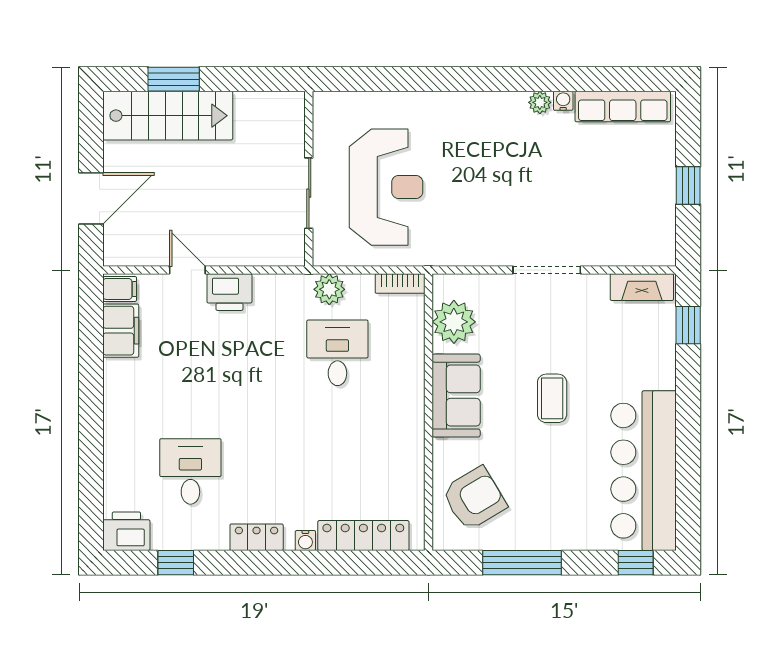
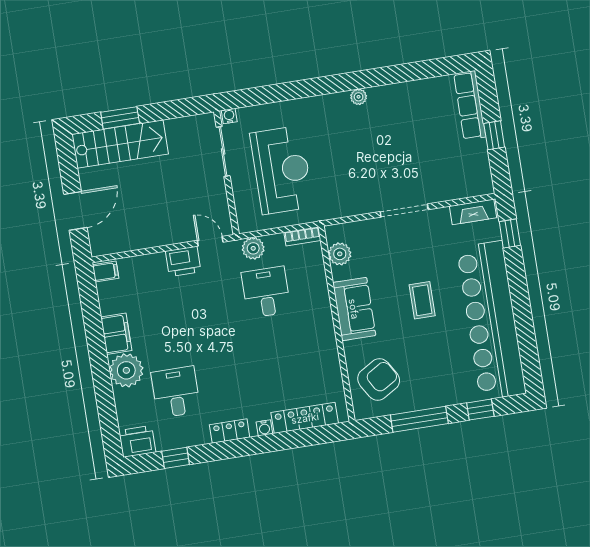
water cooler: (563, 101) -> (229, 116), moved
plant: (540, 102) -> (359, 97), moved
row of seats: (623, 107) -> (470, 105), moved, turned 90
sliding door: (309, 193) -> (223, 151), moved
door: (187, 270) -> (210, 241), moved
plant: (454, 322) -> (340, 254), width x0.73, depth x0.73
filing cabinet: (121, 331) -> (116, 334), moved
plant: (127, 430) -> (126, 370), added
bar counter: (644, 471) -> (491, 321), width x1.36
window: (636, 563) -> (480, 410), moved

